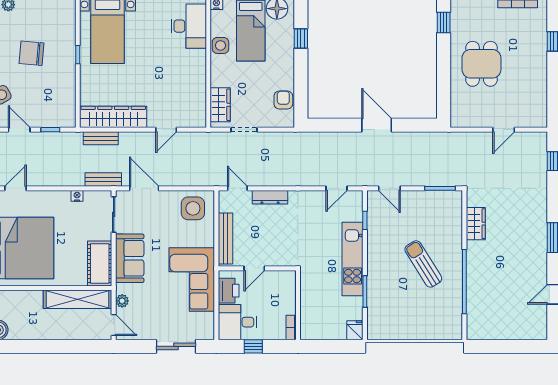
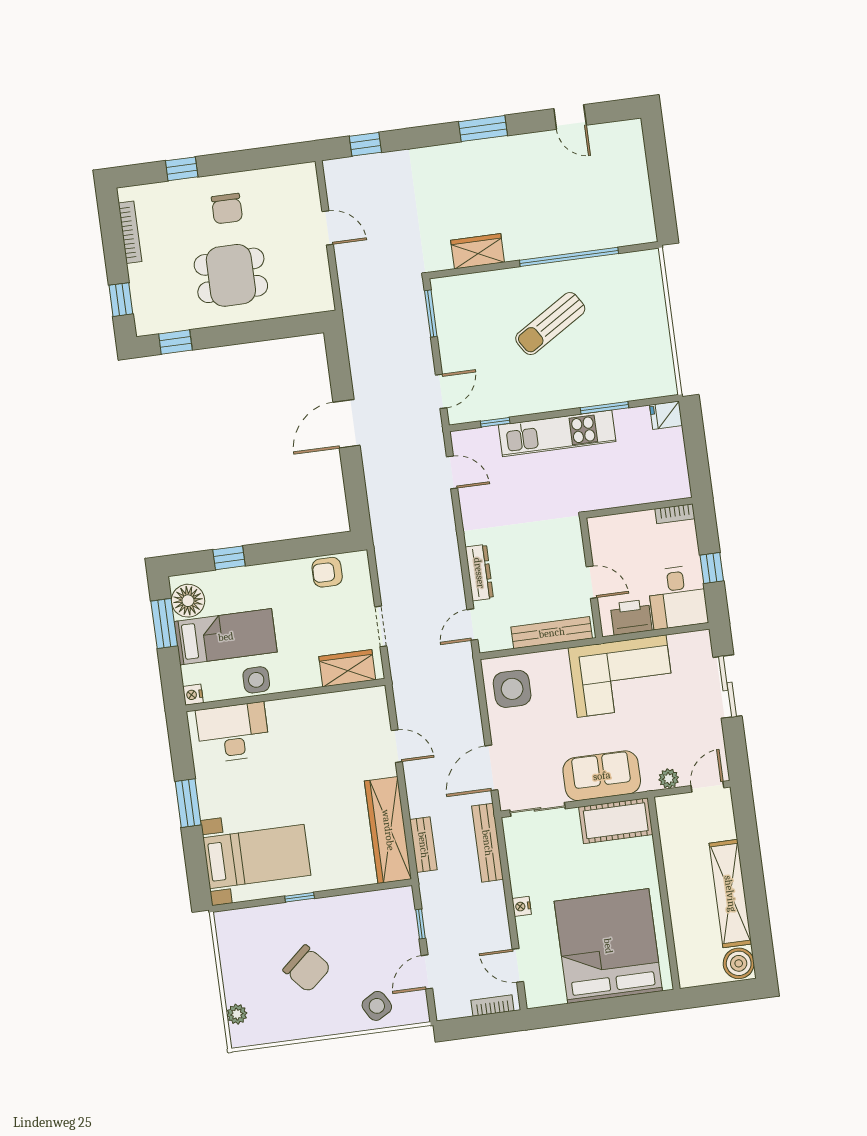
chair: (31, 53) -> (307, 969), turned -46
chair: (525, 67) -> (227, 209), added
bench: (103, 180) -> (487, 843), width x1.36
nightstand: (77, 196) -> (522, 906), moved
shelving: (78, 299) -> (730, 894), moved

